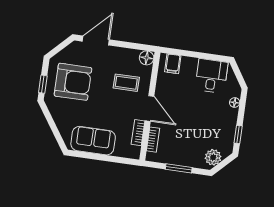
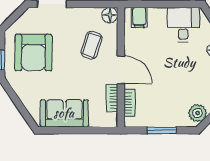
armchair: (73, 82) -> (33, 53), turned 90
coffee table: (126, 83) -> (92, 45), turned -72

